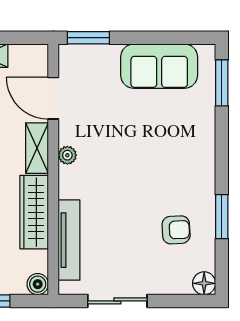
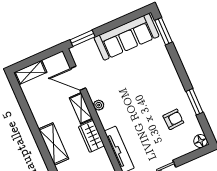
sofa: (159, 66) -> (126, 37), width x1.36
wardrobe: (34, 212) -> (91, 136), width x0.67

